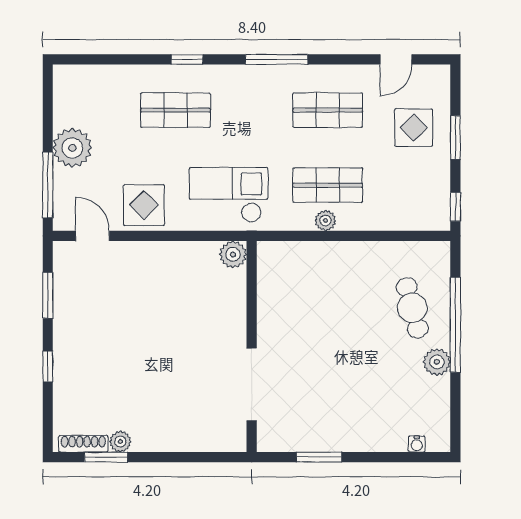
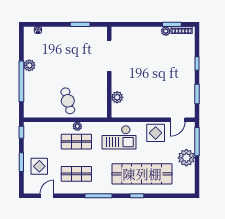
shop shelf: (175, 110) -> (142, 174), width x2.00, depth x1.36
door: (92, 236) -> (178, 120), hinge flipped
plant: (233, 254) -> (117, 97), moved
cafe table: (412, 308) -> (68, 101), moved

